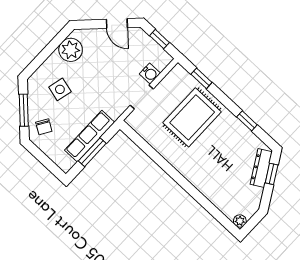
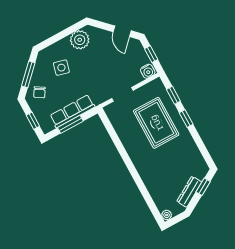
water cooler: (150, 73) -> (148, 71), moved
rug: (192, 117) -> (156, 123), turned 90
window: (247, 121) -> (186, 119), moved
window: (47, 162) -> (33, 121), added
dresser: (261, 168) -> (189, 192), moved

